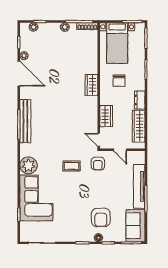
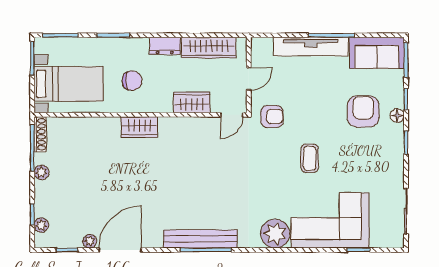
coffee table: (72, 166) -> (310, 158), moved
armchair: (101, 218) -> (363, 111), turned -90

